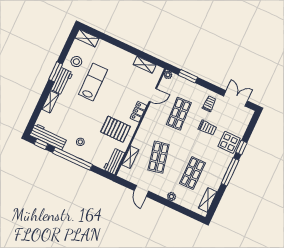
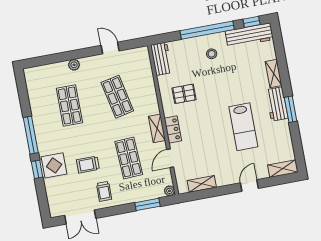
door: (116, 42) -> (249, 186), added
stool: (76, 62) -> (276, 136), removed
pallet: (115, 129) -> (184, 94), width x0.67, depth x0.71
shelving: (130, 157) -> (157, 128), moved
shelving: (208, 200) -> (33, 89), removed

